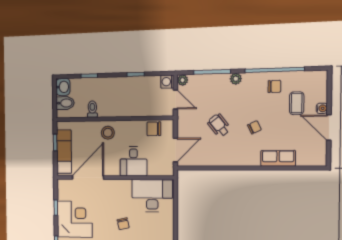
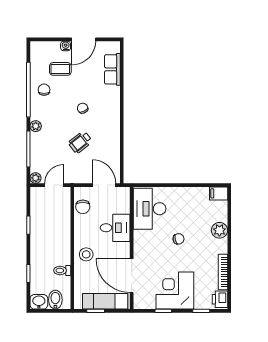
washing machine: (167, 82) -> (37, 193), removed
row of seats: (278, 158) -> (112, 69), moved

